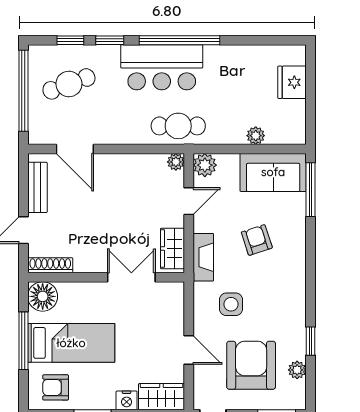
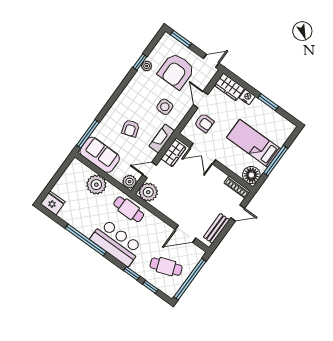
window: (179, 40) -> (86, 240), moved
fridge: (292, 82) -> (53, 203), moved, turned -90
plant: (256, 136) -> (96, 185), width x1.87, depth x1.87
door: (75, 149) -> (185, 234), swing flipped
plant: (176, 162) -> (148, 192), width x1.87, depth x1.87
plant: (297, 370) -> (147, 66), moved
armchair: (56, 387) -> (204, 123), moved

